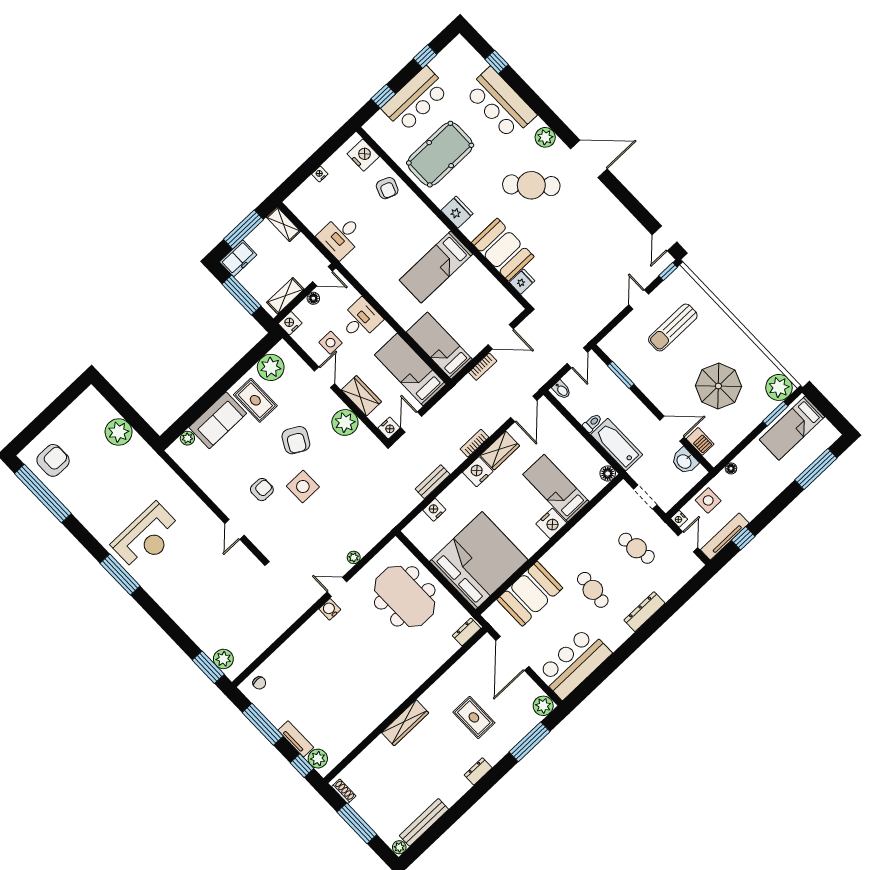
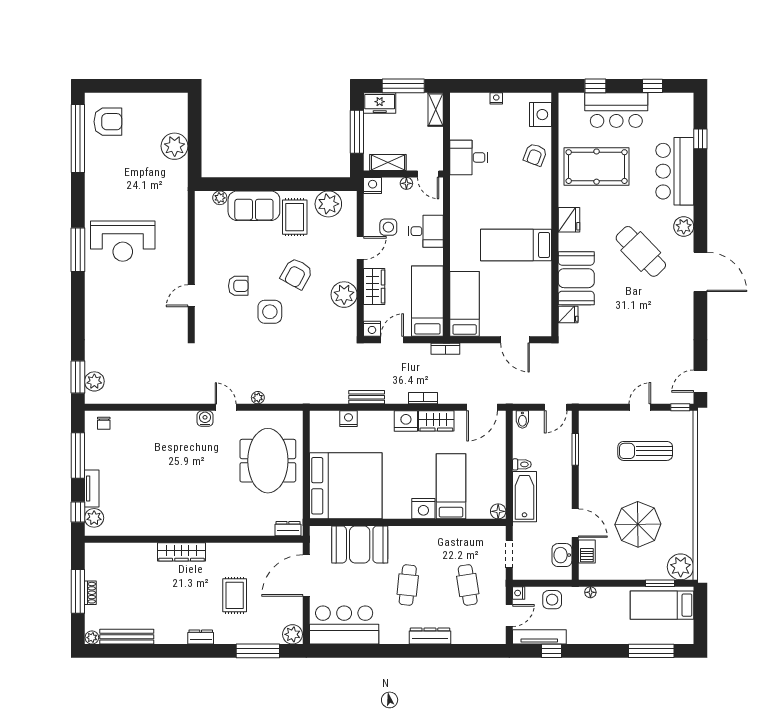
bookcase: (483, 367) -> (445, 349), moved
shoe rack: (344, 791) -> (90, 593), moved

